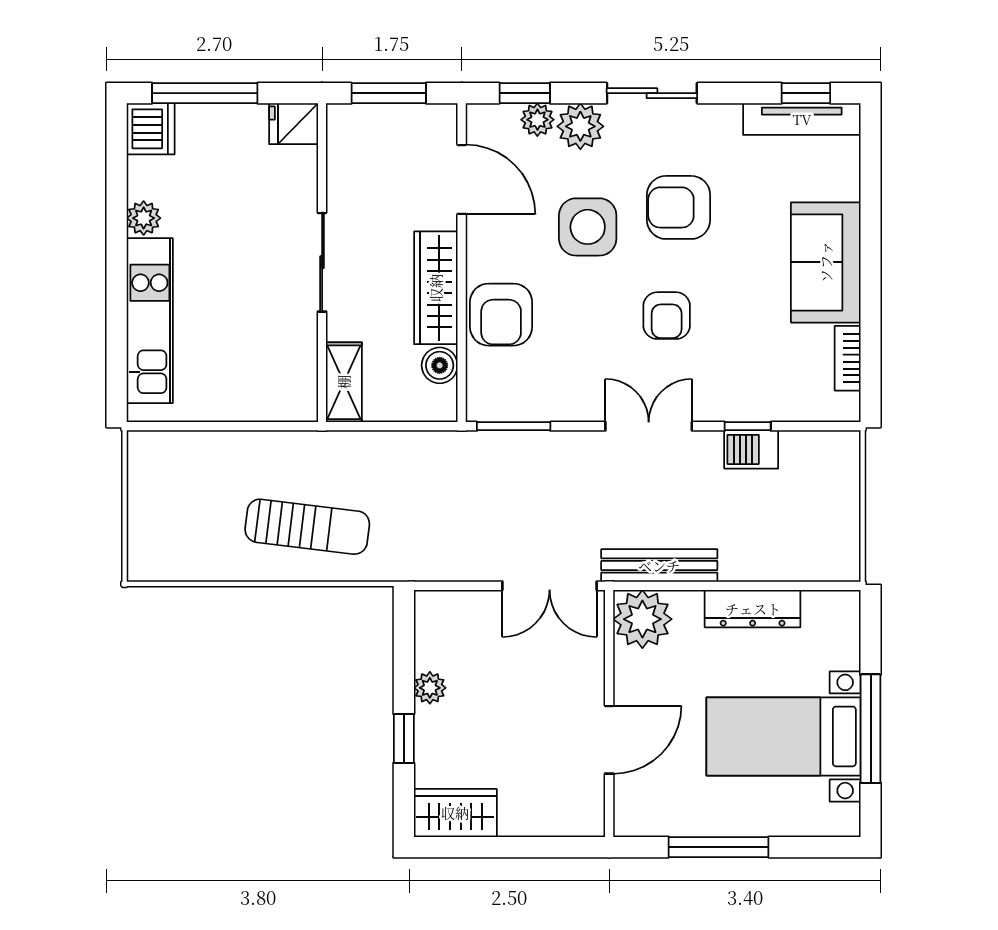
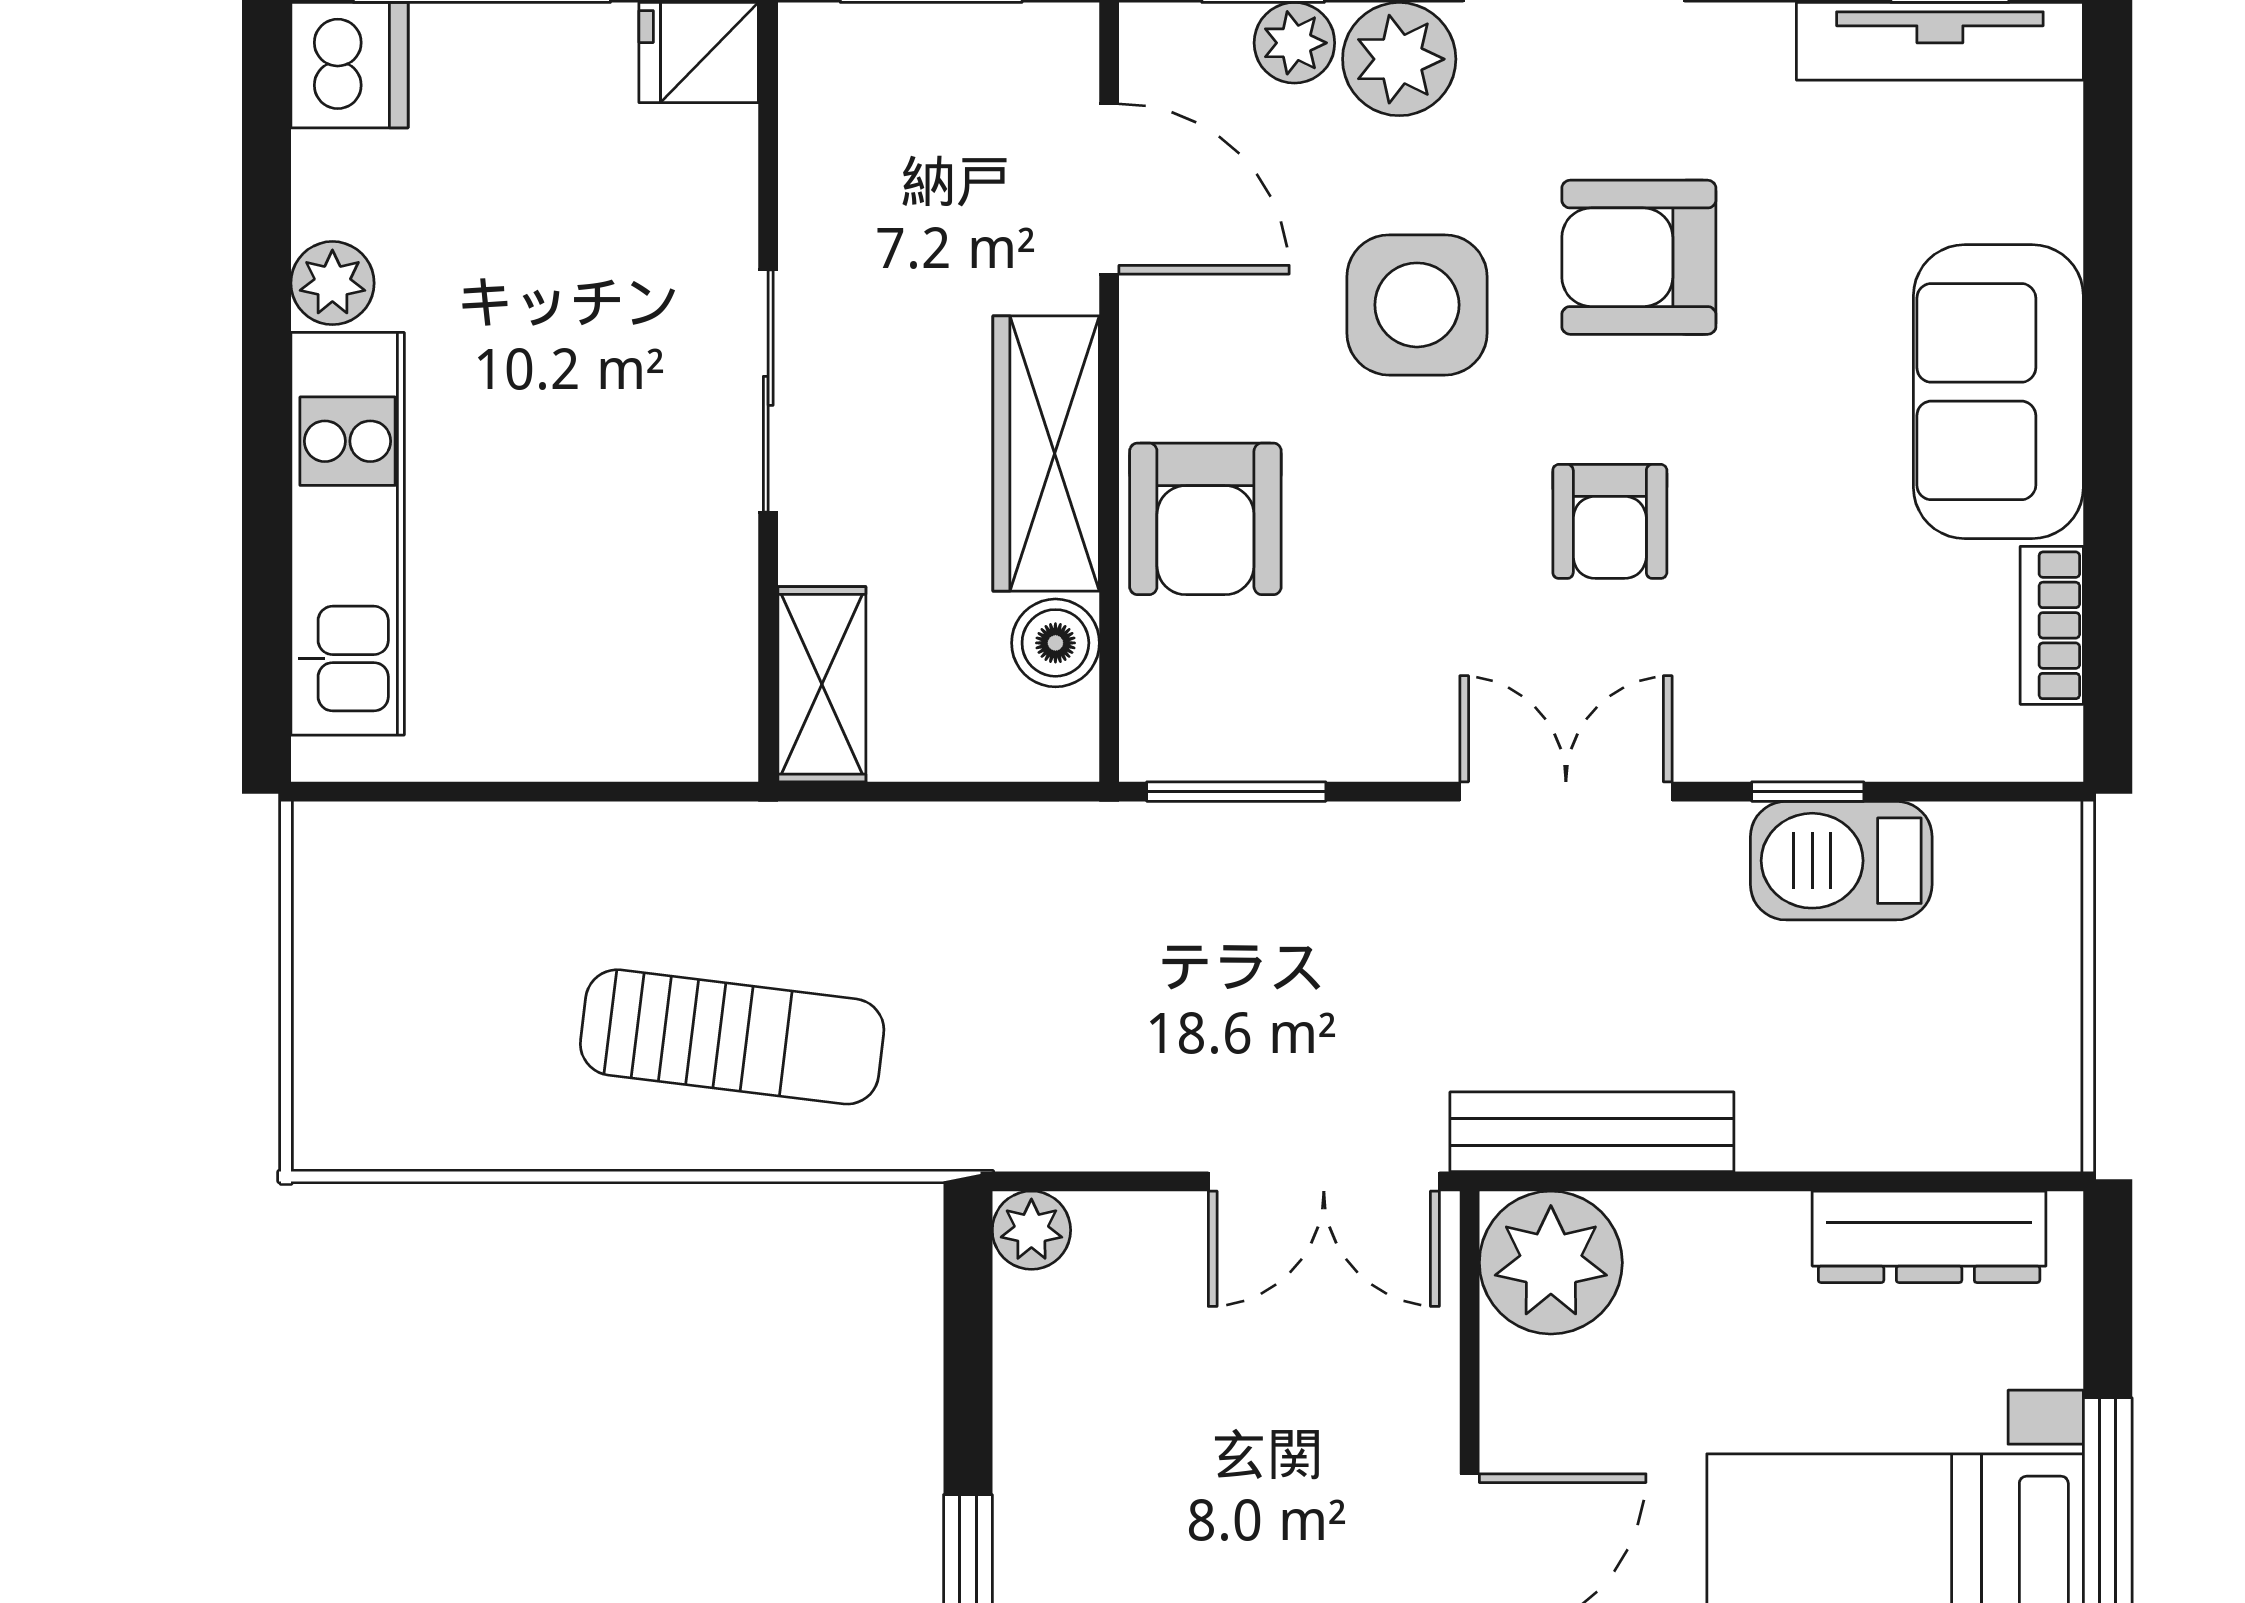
barbecue: (751, 449) -> (1841, 861), width x1.38, depth x1.27
dresser: (753, 609) -> (1929, 1237), moved
plant: (430, 688) -> (1031, 1230), moved

